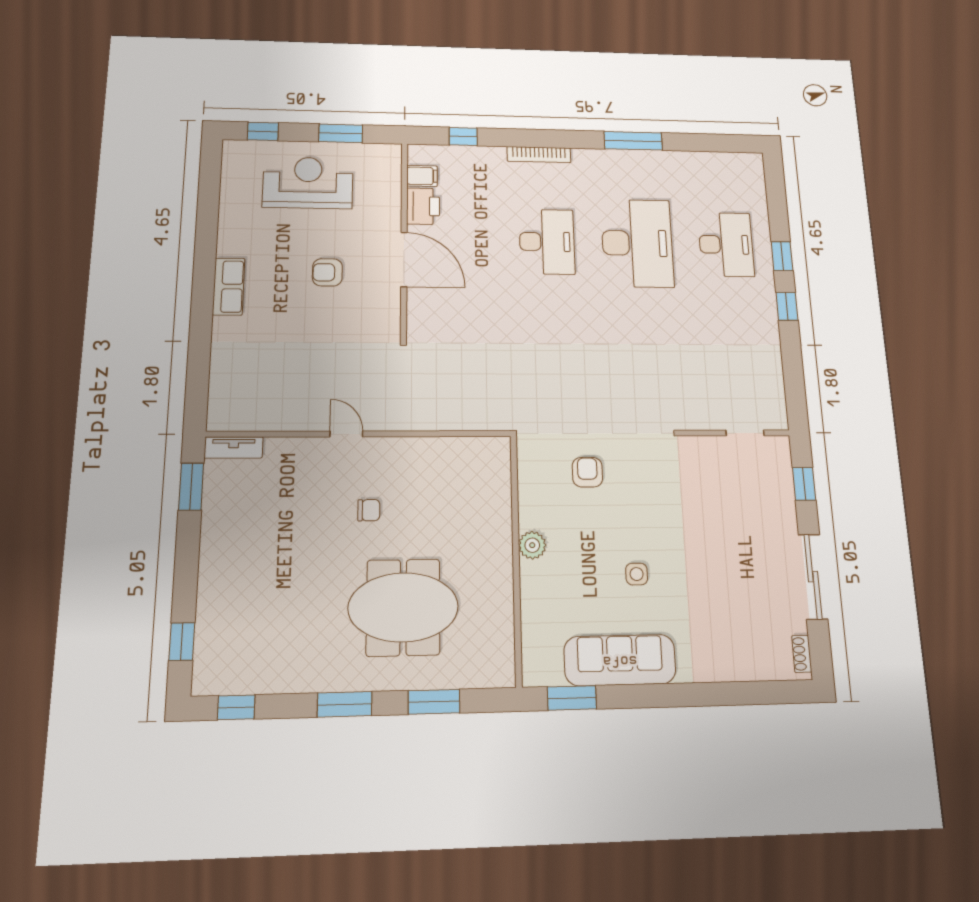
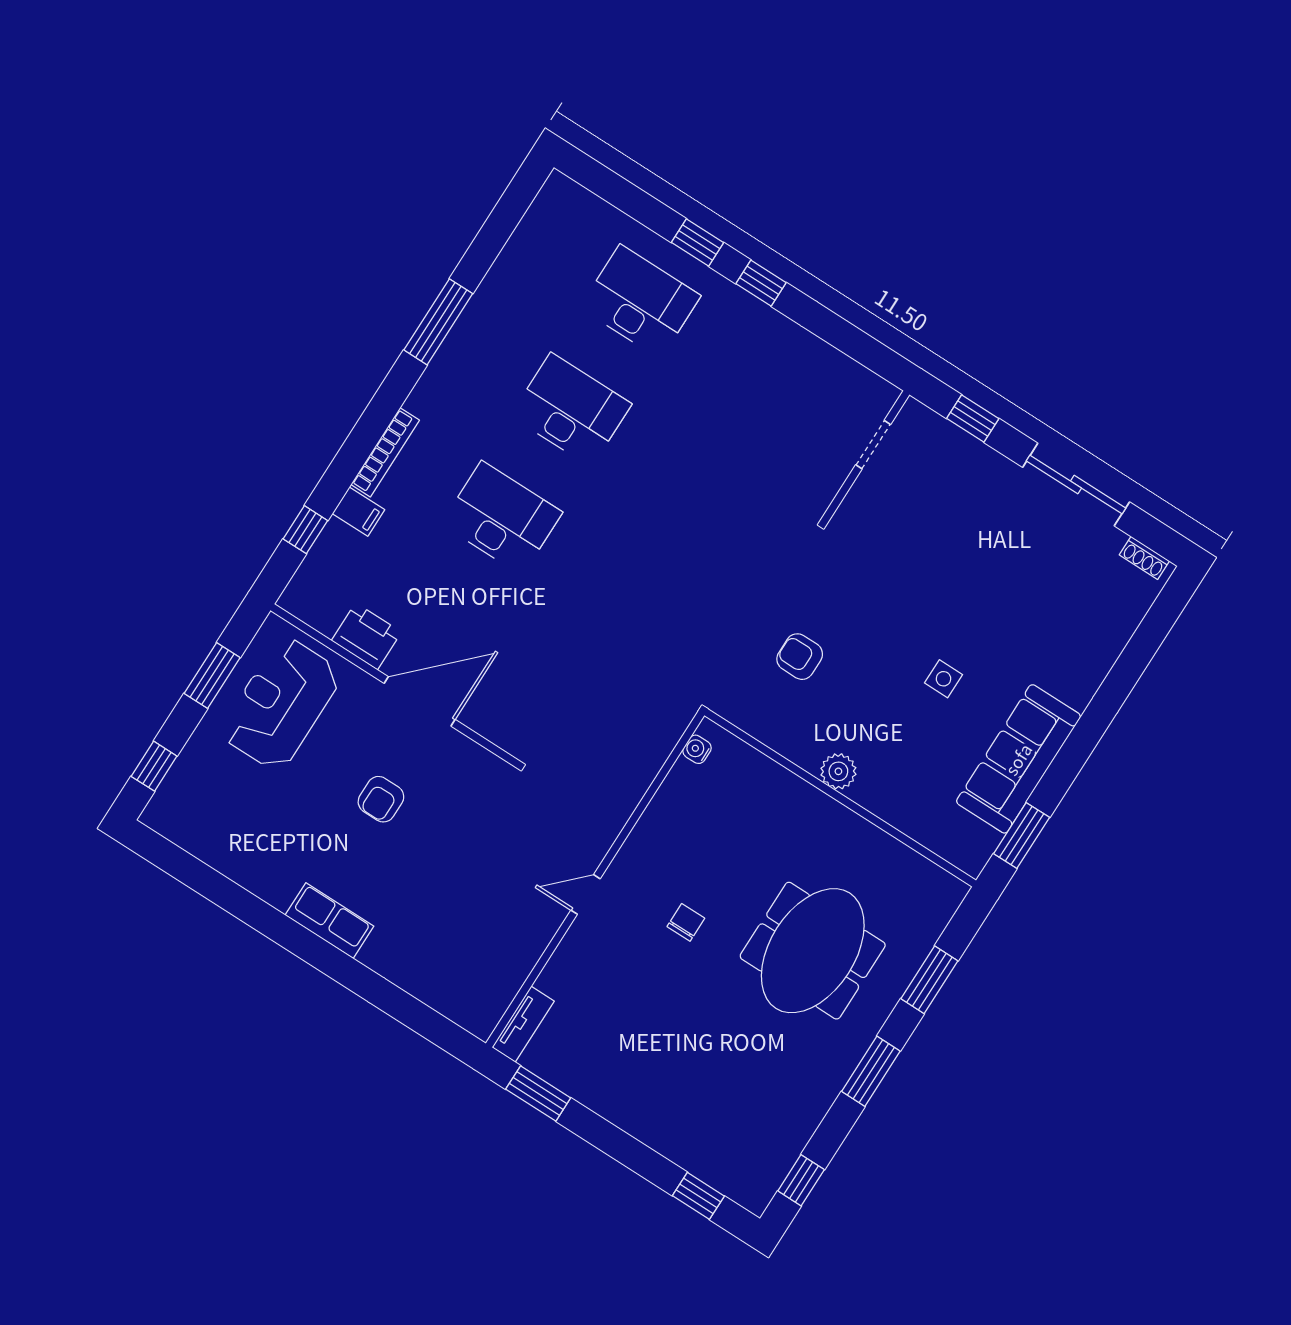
filing cabinet: (422, 176) -> (358, 512), moved, turned 90
reception desk: (308, 183) -> (281, 704), moved
desk: (637, 243) -> (571, 410), width x0.73, depth x0.77
water cooler: (486, 445) -> (697, 749), added

